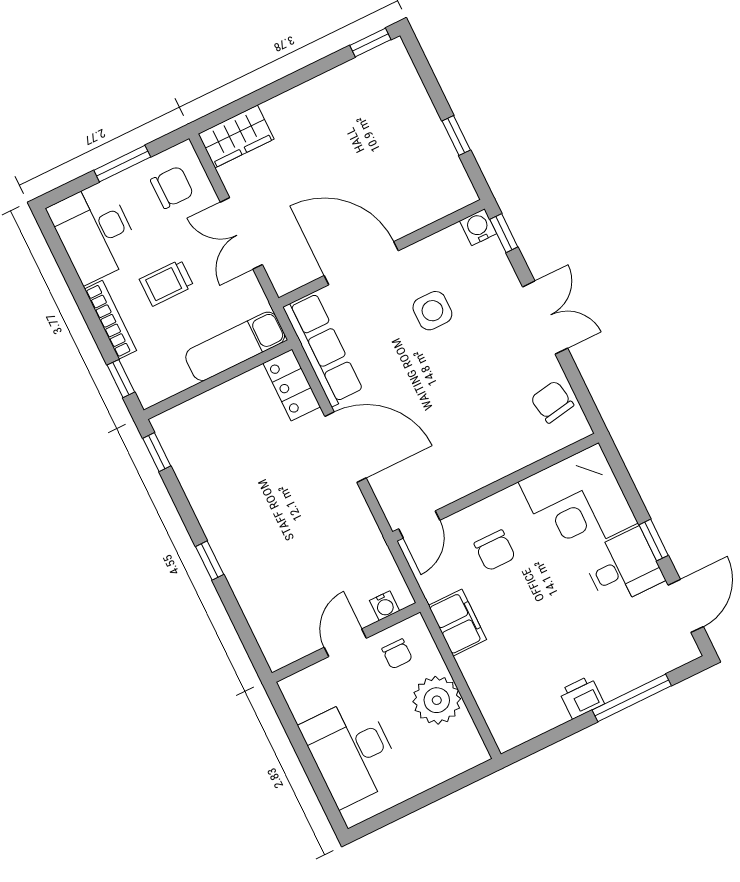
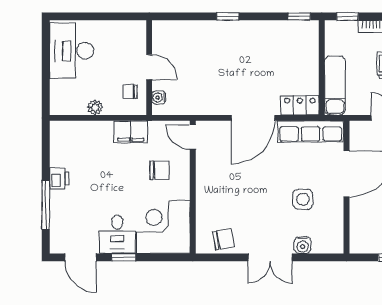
water cooler: (478, 227) -> (303, 245), moved, turned 90
window: (504, 233) -> (326, 257), removed
chair: (495, 550) -> (159, 170), turned 180
plant: (437, 700) -> (95, 107), width x0.53, depth x0.53
desk: (351, 752) -> (72, 51), moved, turned -90

